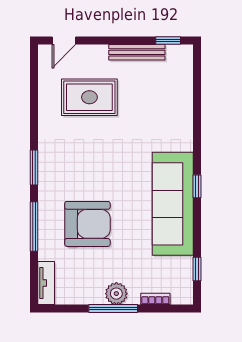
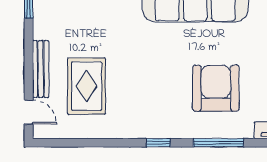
bench: (137, 52) -> (41, 69), moved
window: (34, 167) -> (158, 143), width x0.67

